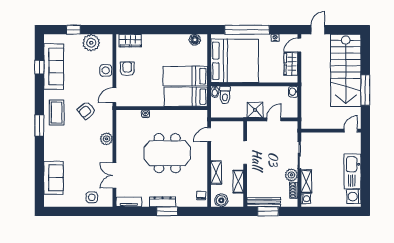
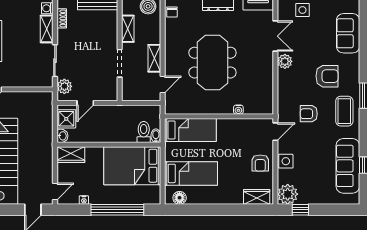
window: (73, 30) -> (300, 210), moved
plant: (91, 43) -> (288, 194), moved
bed: (235, 61) -> (132, 166), width x0.73
wardrobe: (291, 64) -> (71, 155), moved, turned 90
bed: (185, 76) -> (191, 173), moved
armchair: (86, 110) -> (309, 114), turned -141
shower: (255, 110) -> (66, 119), moved
plant: (107, 139) -> (285, 61), moved
armchair: (71, 142) -> (327, 76), added
meeting table: (167, 153) -> (212, 63), turned 90
shelving: (216, 172) -> (154, 58), moved
plant: (291, 175) -> (64, 86), moved

